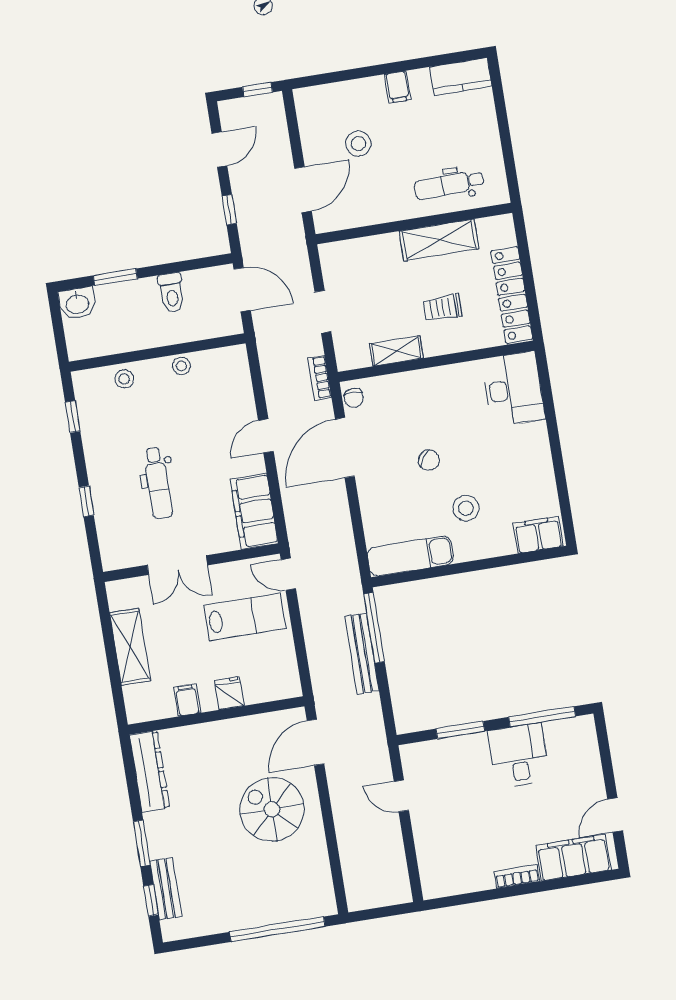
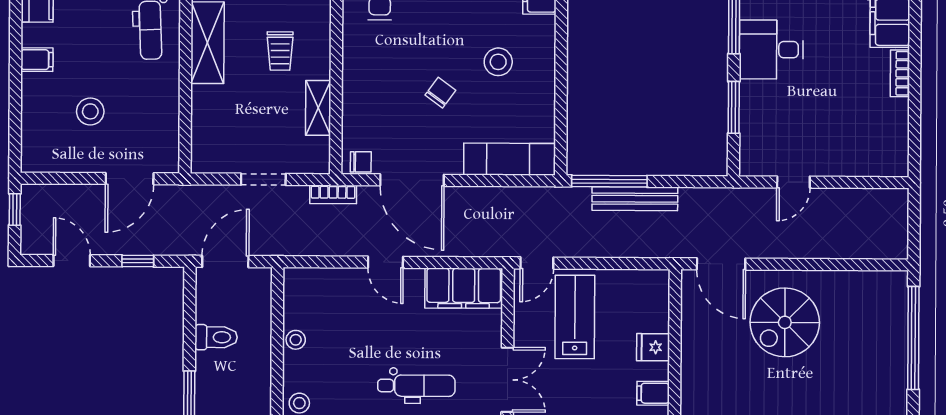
door: (303, 190) -> (130, 179), swing flipped
exam couch: (410, 556) -> (510, 159), moved, turned 90

